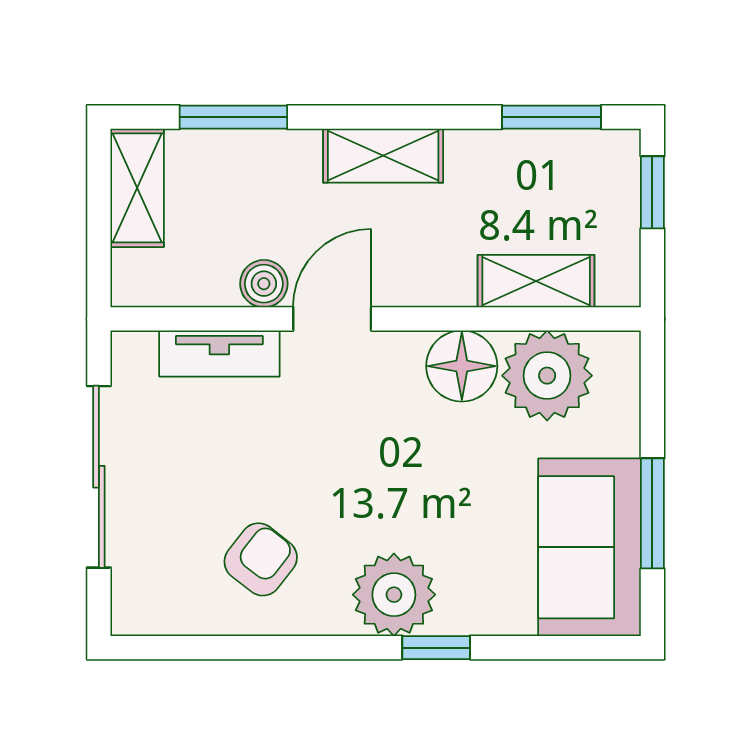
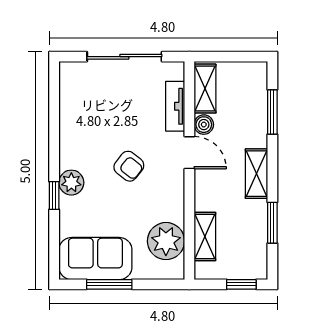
window: (551, 117) -> (272, 223), moved
shelving: (137, 188) -> (205, 89), moved, turned 90
floor lamp: (462, 366) -> (170, 206), removed
armchair: (261, 559) -> (129, 166), moved
plant: (394, 595) -> (71, 183), width x0.73, depth x0.73

